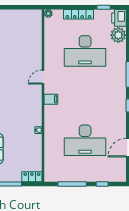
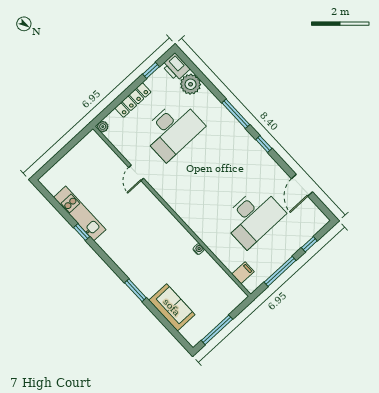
door: (43, 77) -> (136, 173), moved
filing cabinet: (51, 99) -> (243, 273), moved
locker: (32, 177) -> (234, 301), removed

